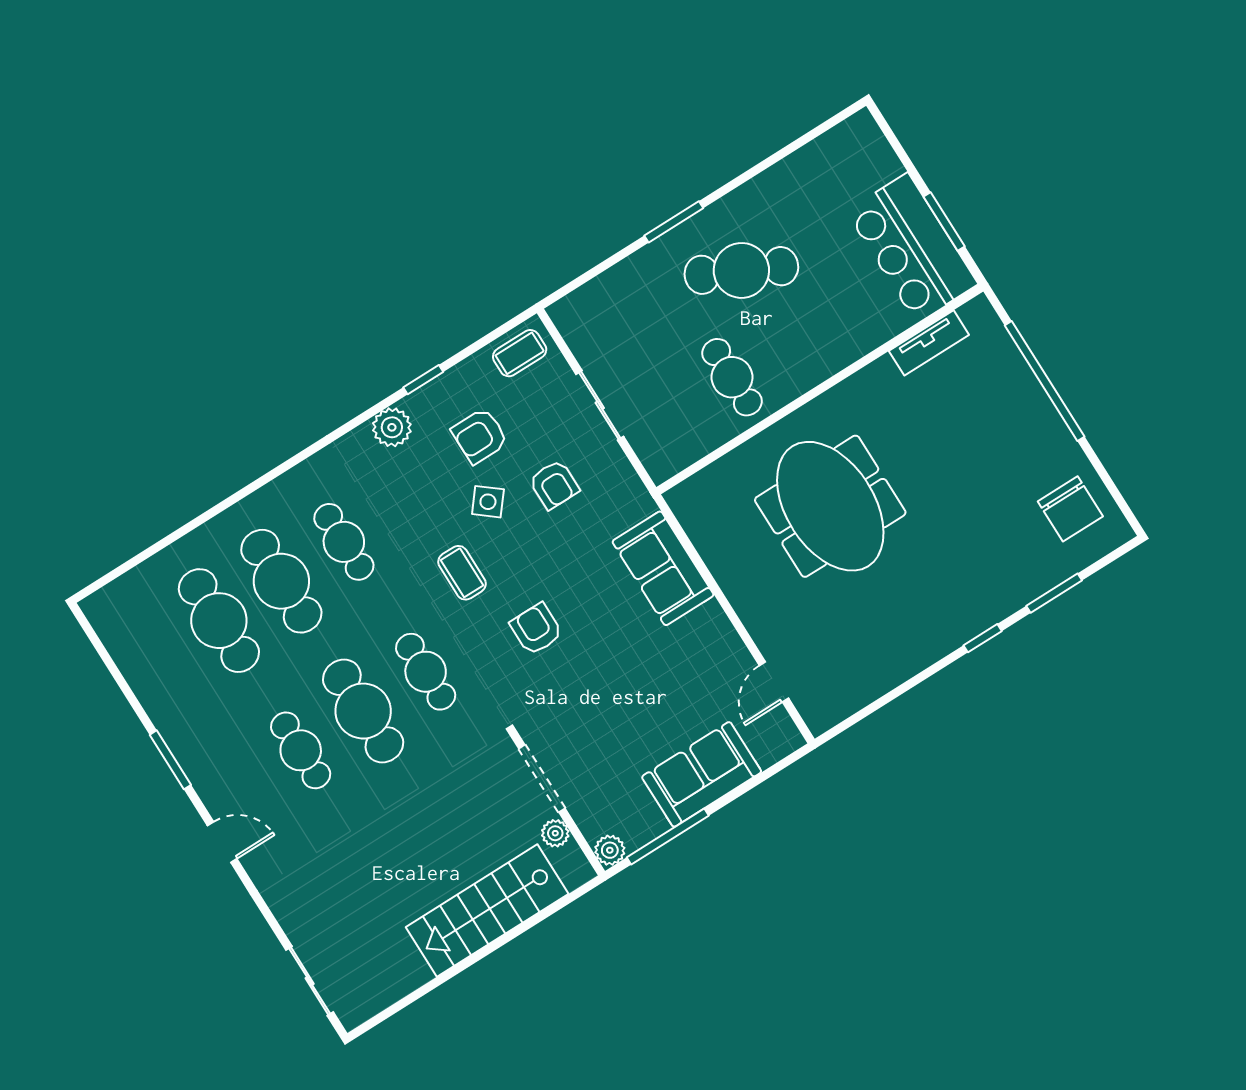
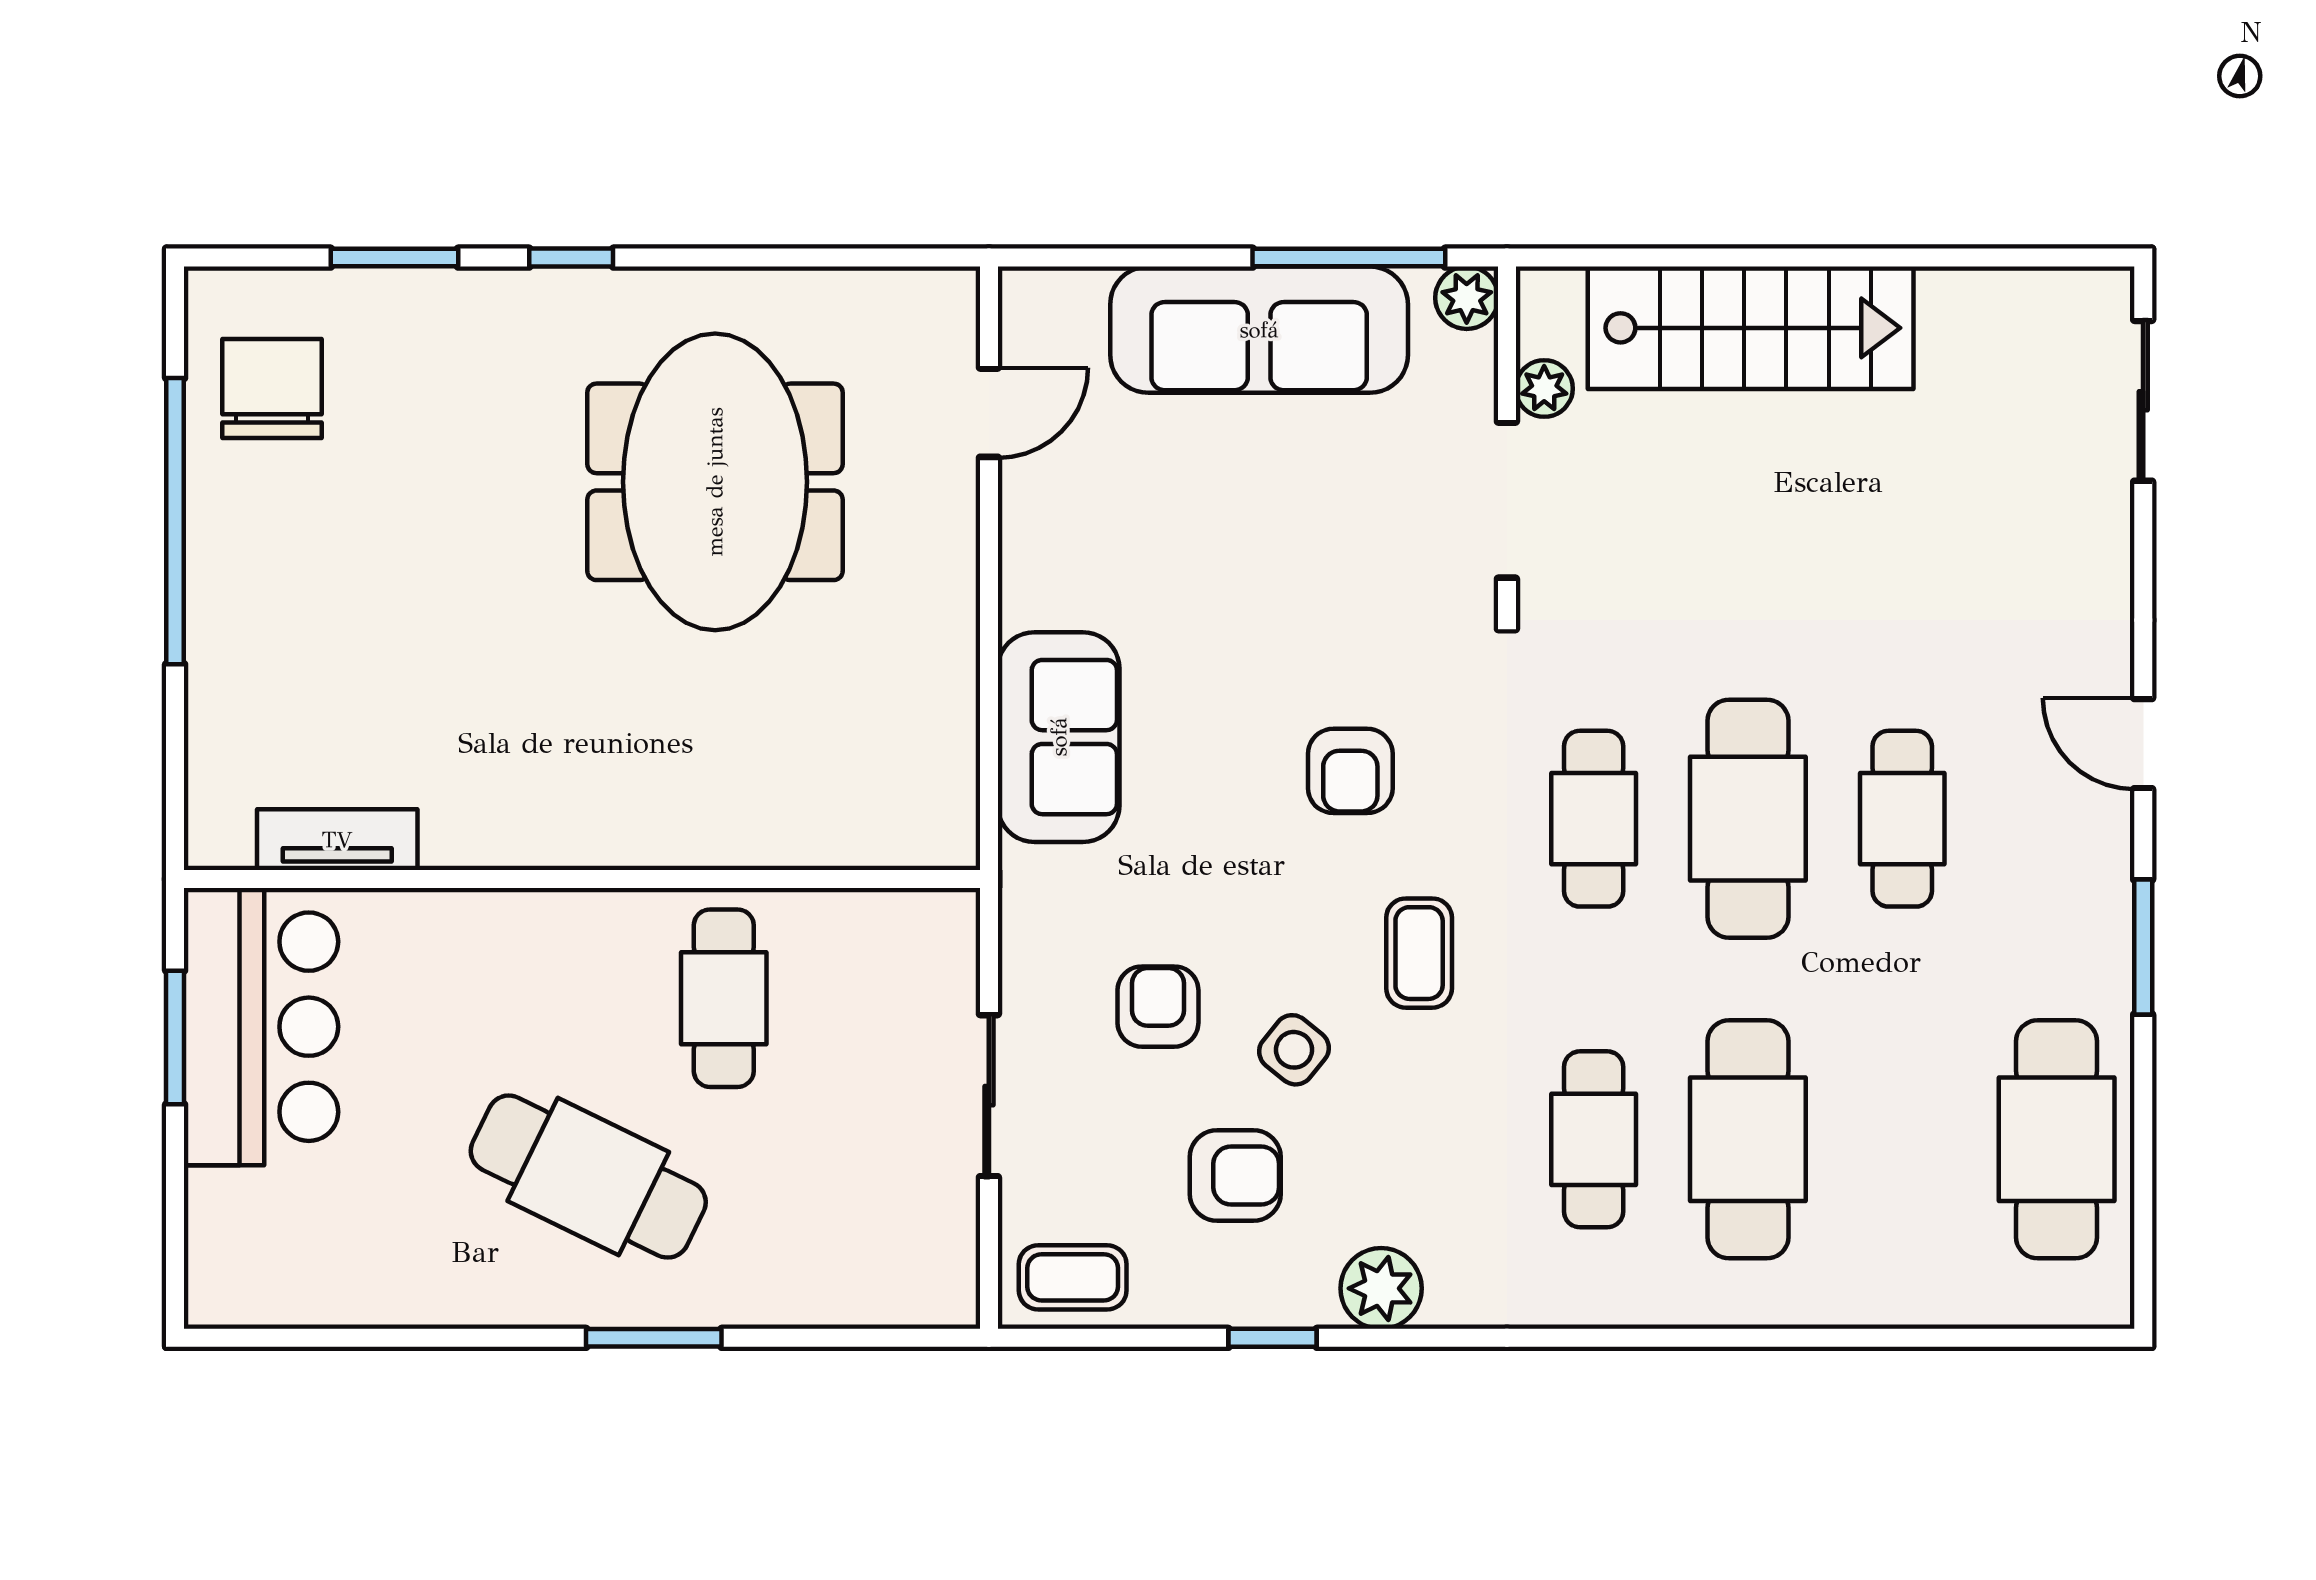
window: (1045, 381) -> (175, 521), moved
meeting table: (830, 506) -> (715, 482), moved
cafe table: (219, 621) -> (2057, 1139), moved
sofa: (702, 774) -> (1259, 330), width x1.36

